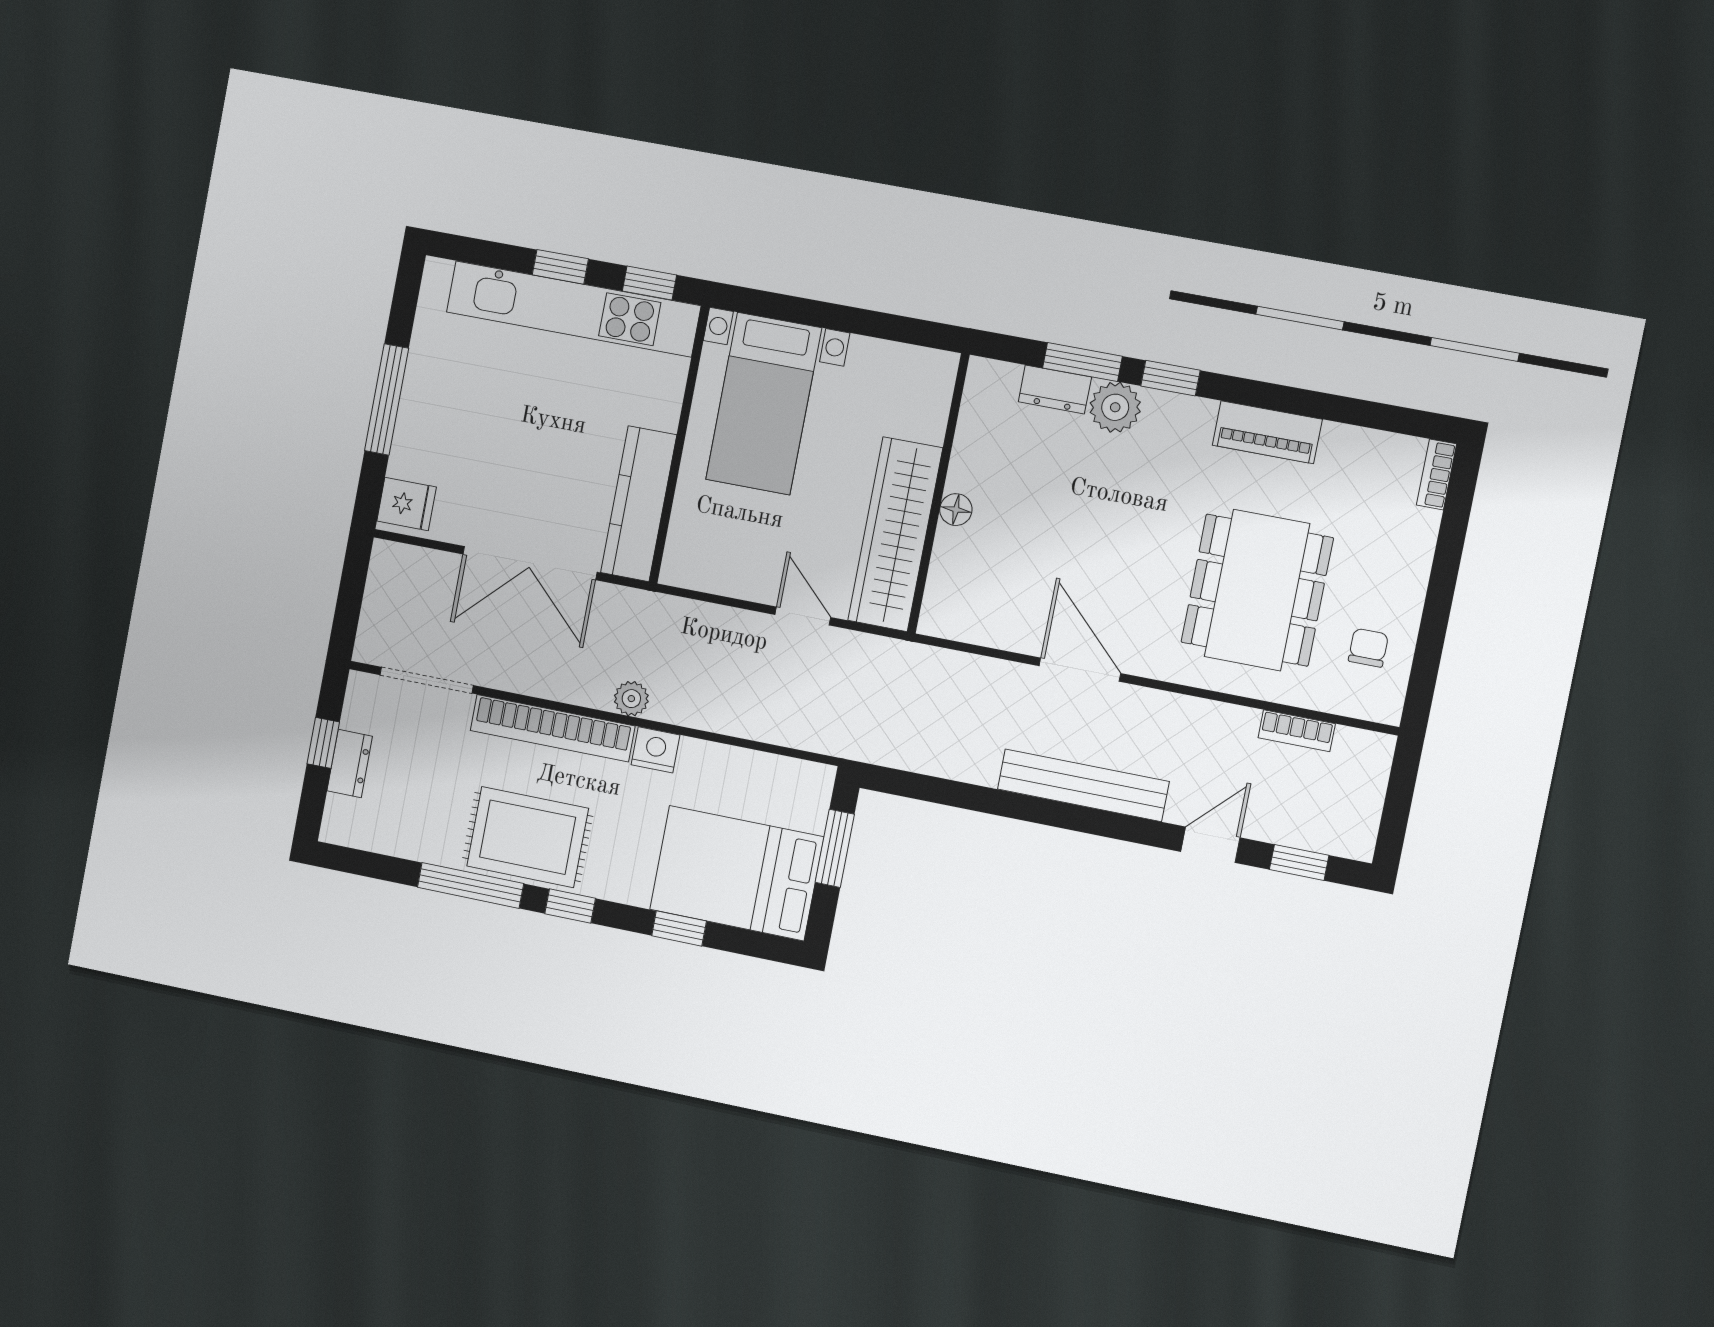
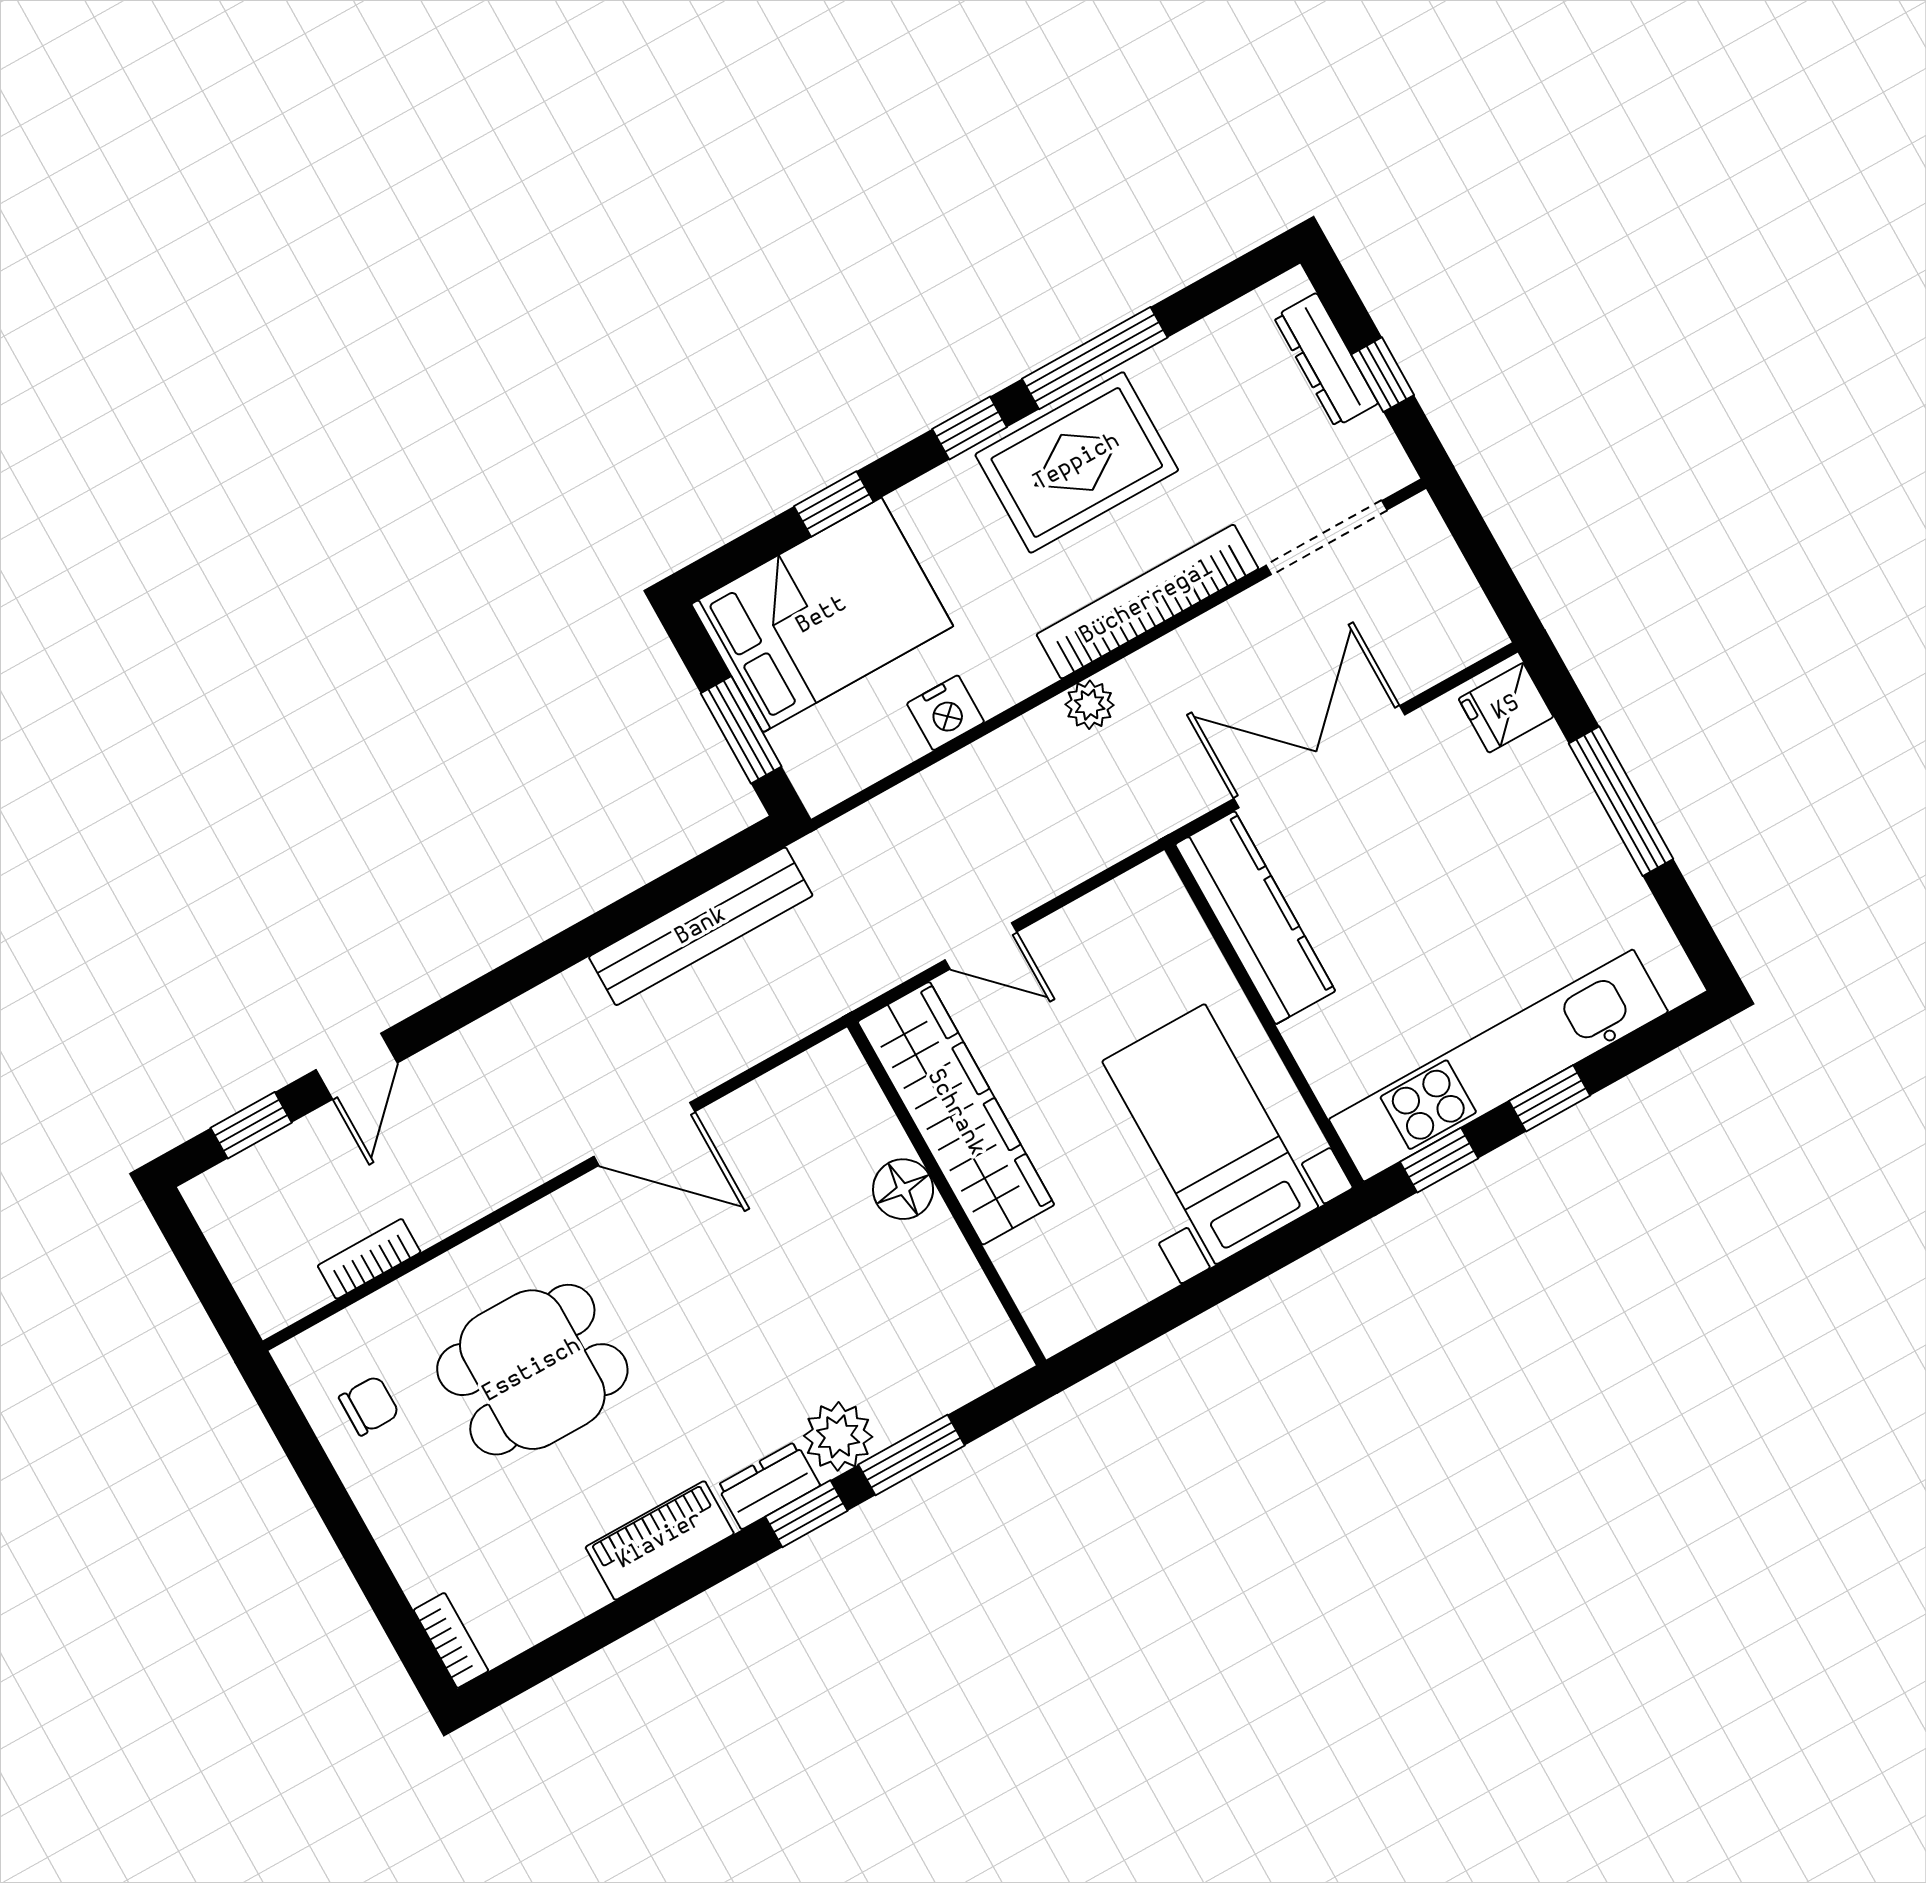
dresser: (1055, 389) -> (769, 1485), moved
floor lamp: (956, 510) -> (903, 1189), width x1.37, depth x1.37
dining table: (1257, 590) -> (532, 1370), width x0.73
chair: (1368, 648) -> (369, 1406), turned -90
nightstand: (656, 750) -> (946, 713), moved
dresser: (350, 764) -> (1326, 360), width x1.44
bench: (1083, 785) -> (701, 926), moved

